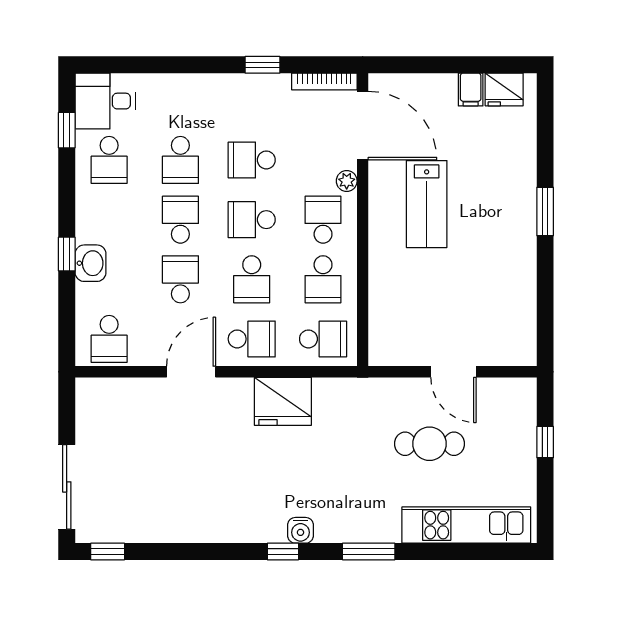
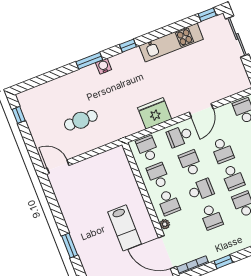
school desk: (252, 160) -> (211, 217), turned 90
lab bench: (427, 204) -> (125, 228), turned 180
school desk: (323, 339) -> (147, 149), turned 90
door: (454, 372) -> (58, 167), moved
window: (545, 442) -> (19, 115), moved
kitchen unit: (466, 525) -> (171, 42), moved
water cooler: (300, 530) -> (104, 66), moved

